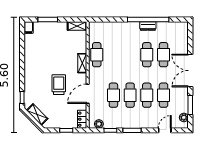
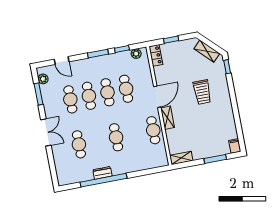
cafe table: (147, 55) -> (116, 137), moved
double door: (190, 71) -> (46, 132), width x0.73
trolley: (59, 85) -> (202, 92), moved
door: (88, 94) -> (157, 97), moved
door: (165, 130) -> (62, 61), hinge flipped

